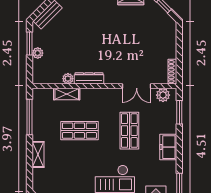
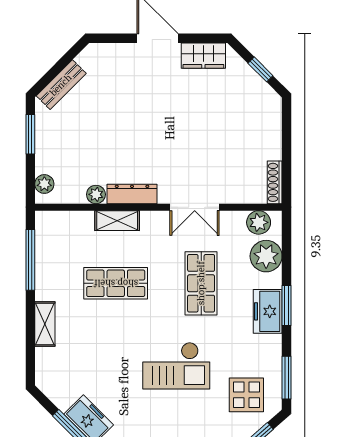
plant: (38, 53) -> (44, 184), moved
double door: (137, 86) -> (195, 207), moved
shelving: (67, 94) -> (117, 221), moved
window: (179, 112) -> (286, 305), moved
plant: (167, 115) -> (266, 256), added

